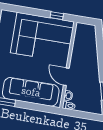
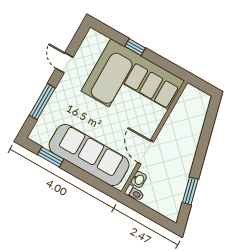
window: (57, 16) -> (135, 47), moved

